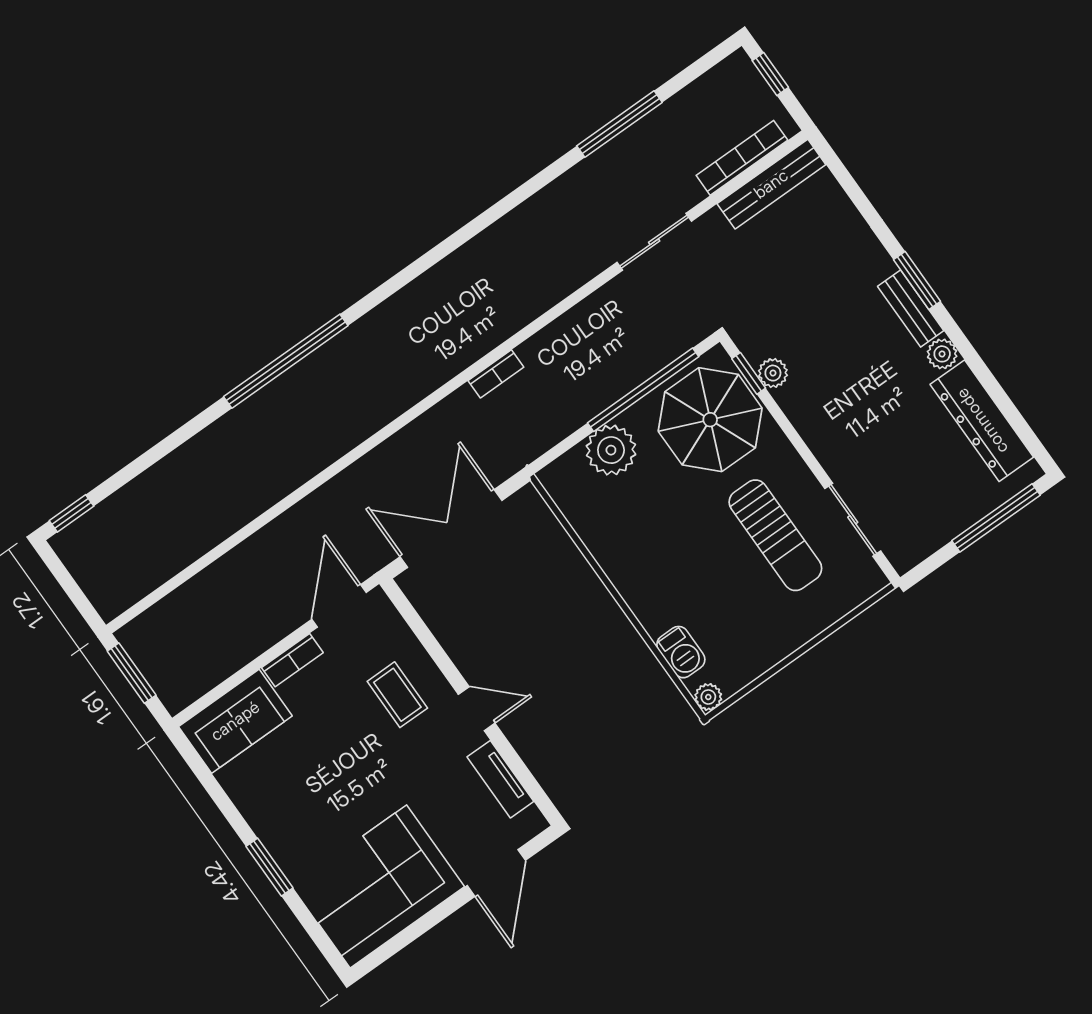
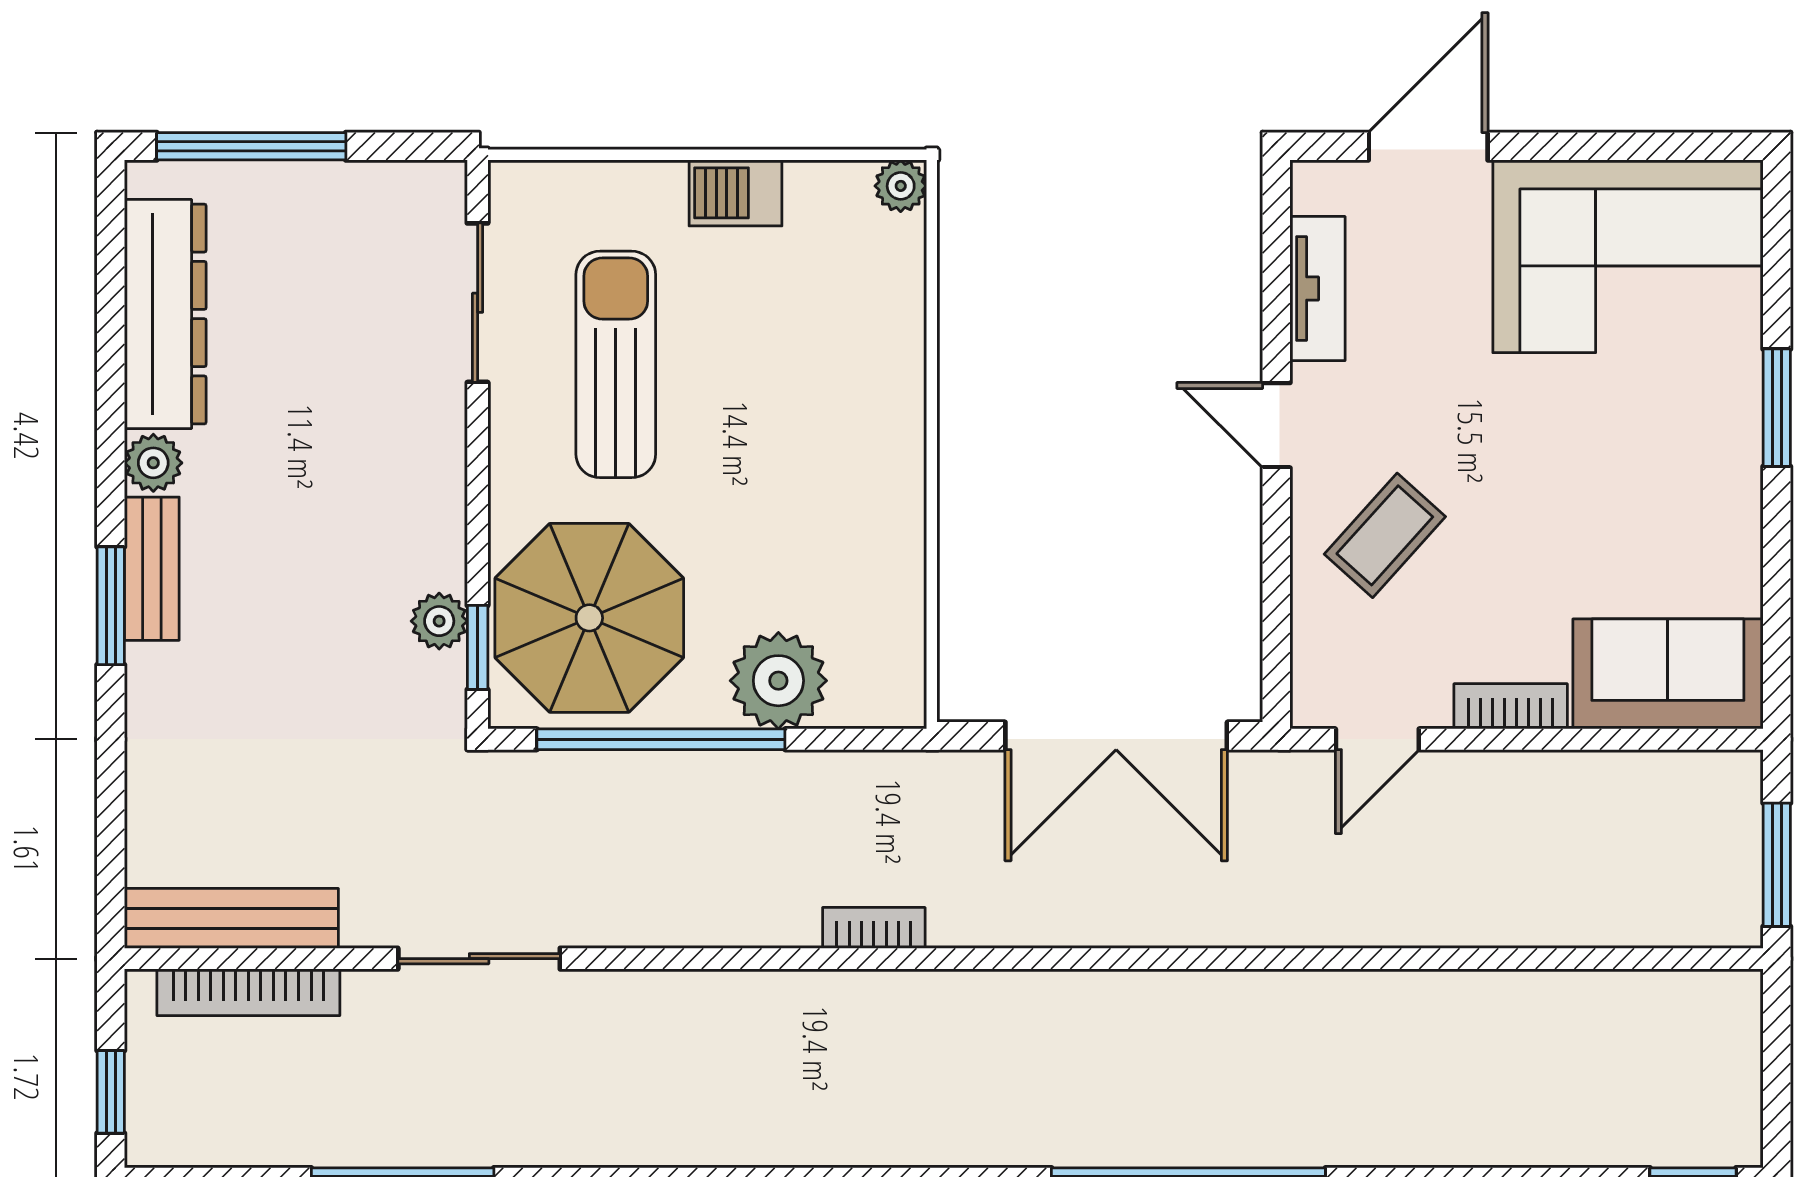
door: (339, 606) -> (1377, 739), width x0.73
barbecue: (681, 652) -> (735, 193), moved, turned -90
coffee table: (397, 695) -> (1385, 535), turned 42

